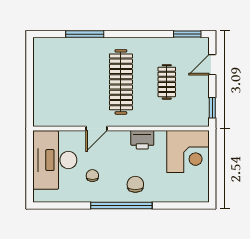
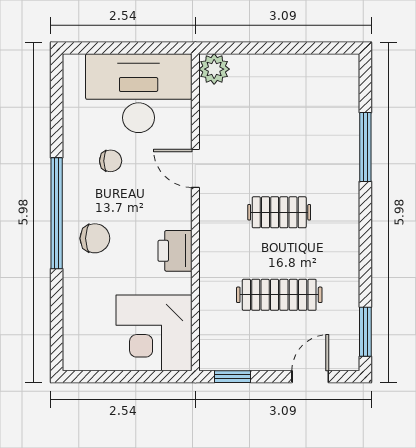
door: (212, 65) -> (310, 377), hinge flipped
clothes rail: (121, 82) -> (279, 212), width x0.54, depth x0.76
clothes rail: (167, 82) -> (279, 295), width x1.36
plant: (41, 118) -> (214, 69), added

